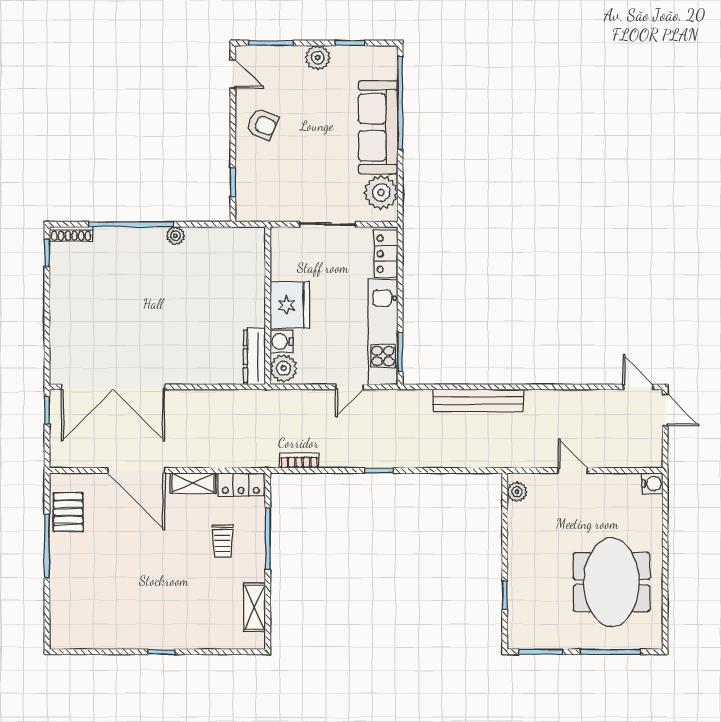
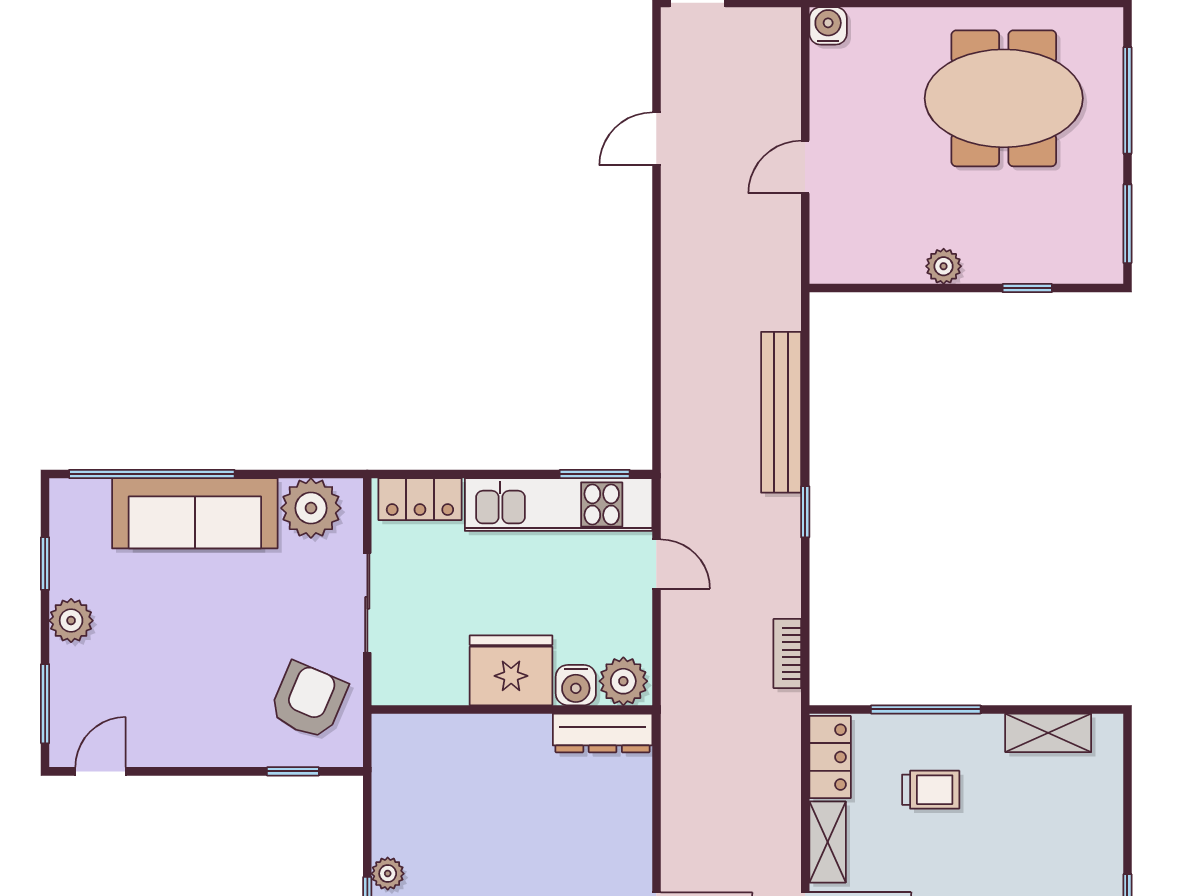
armchair: (262, 124) -> (308, 701), moved, width x1.38, depth x1.38
door: (638, 387) -> (656, 139), moved
bench: (478, 400) -> (781, 412), moved
plant: (517, 492) -> (944, 266), moved

